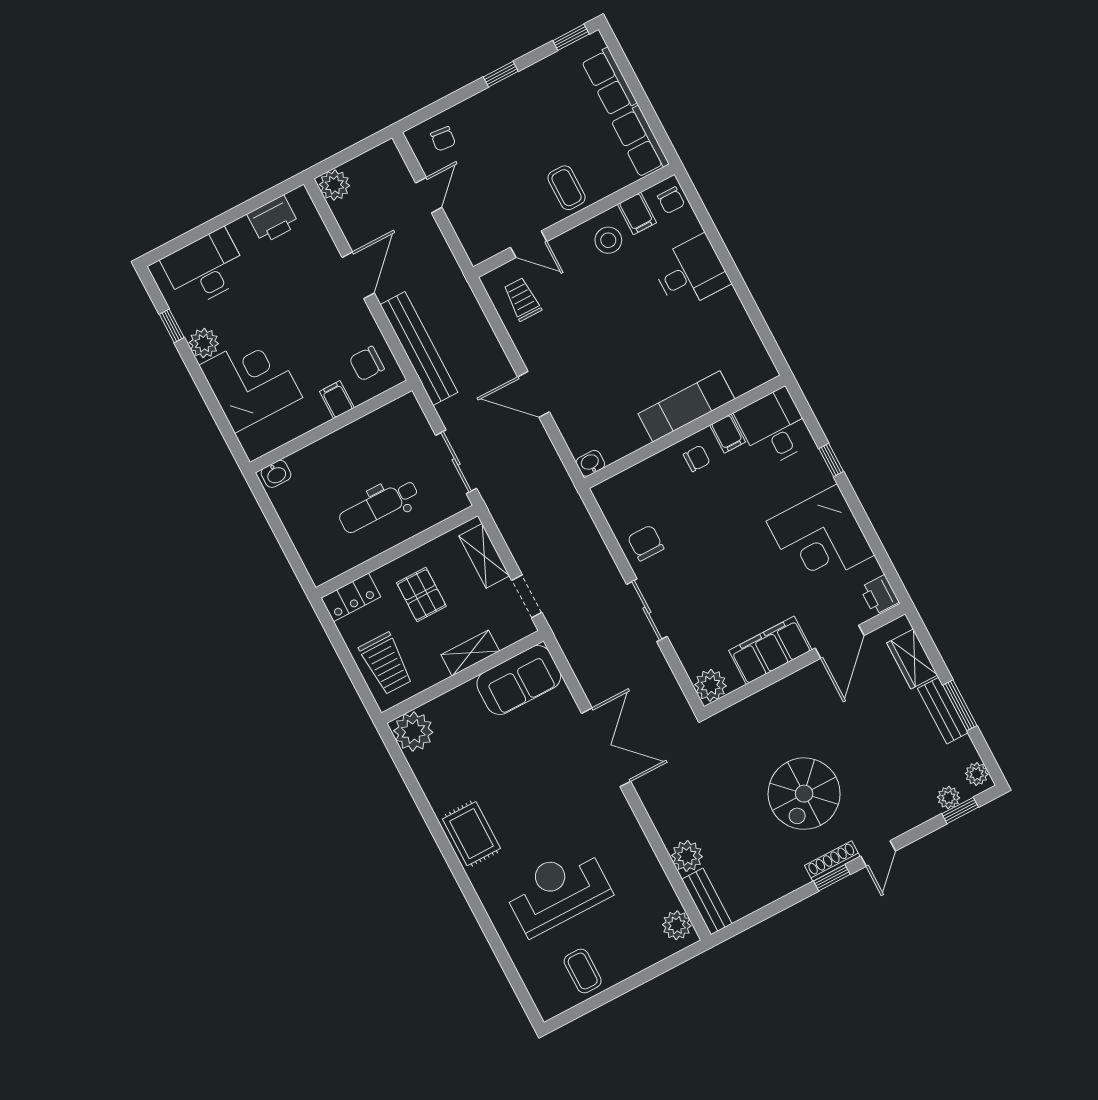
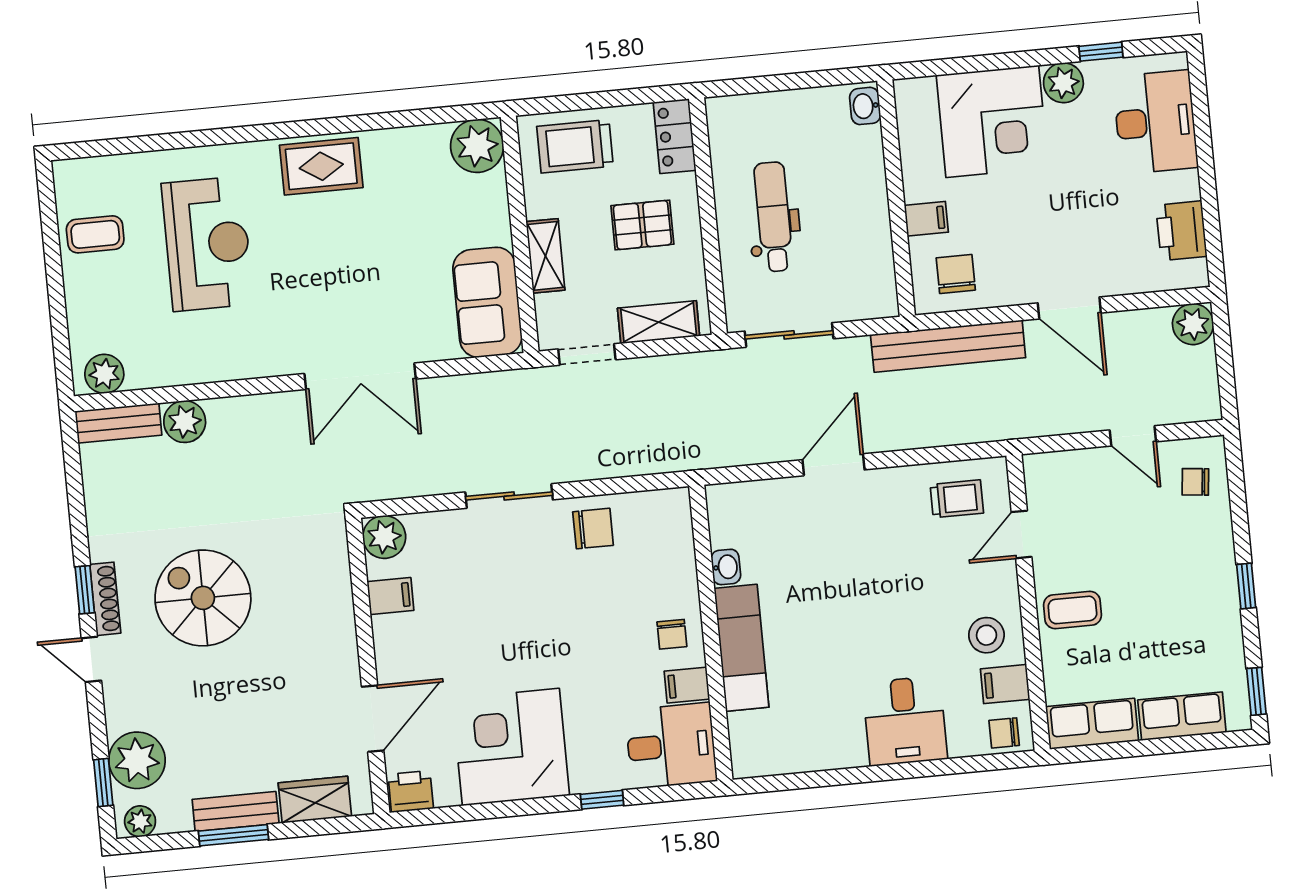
washbasin: (590, 463) -> (726, 567), moved
door: (840, 642) -> (373, 719), swing flipped
filing cabinet: (770, 650) -> (390, 596), width x0.33, depth x0.86
plant: (949, 797) -> (137, 760), width x1.88, depth x1.88

